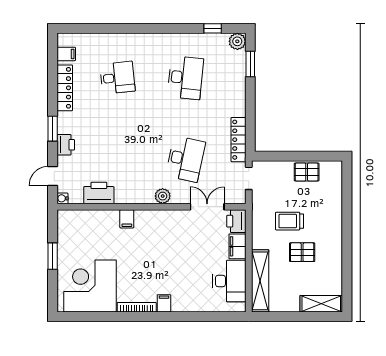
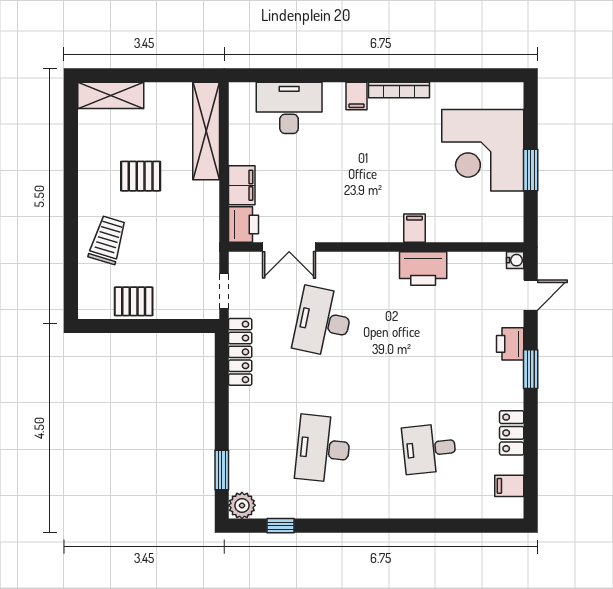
locker: (65, 88) -> (512, 433), width x0.66
printer: (99, 193) -> (423, 269), moved
plant: (163, 196) -> (359, 264), removed
trolley: (290, 221) -> (108, 240), moved, turned -73
desk: (229, 281) -> (289, 108), moved, turned 90
corner desk: (90, 286) -> (483, 150), moved, turned 90

